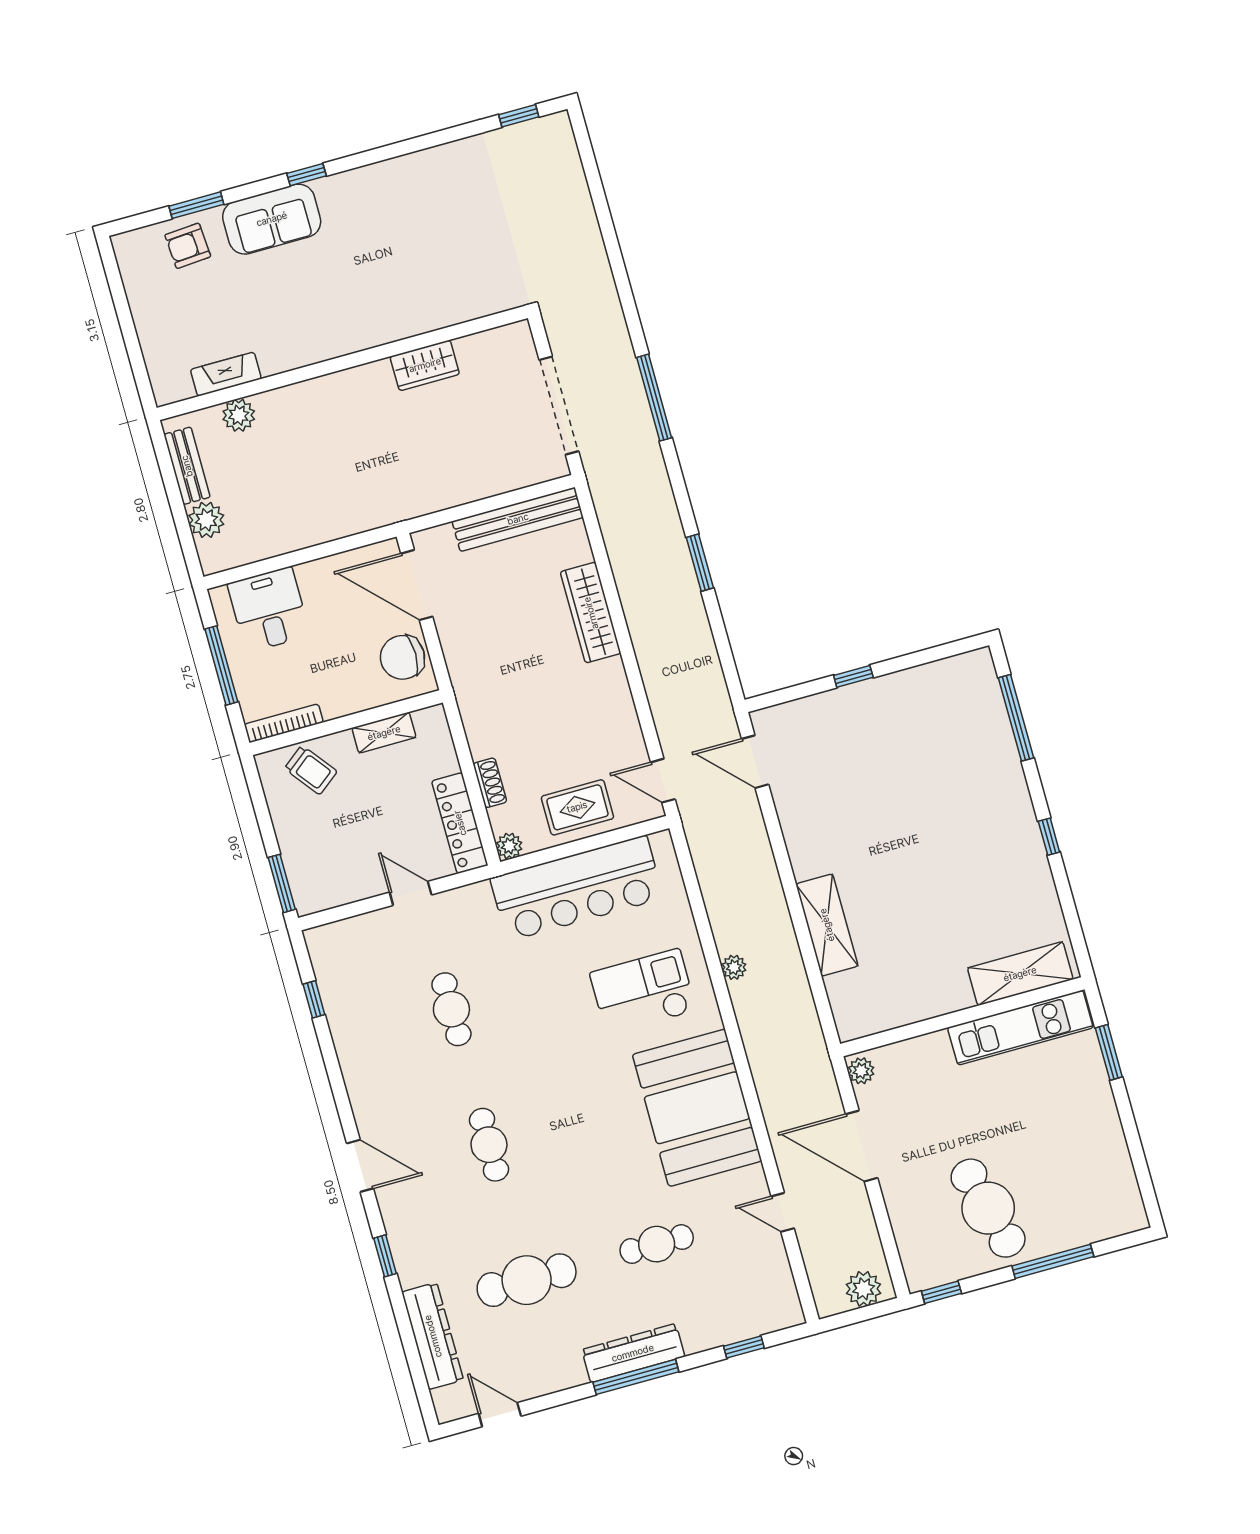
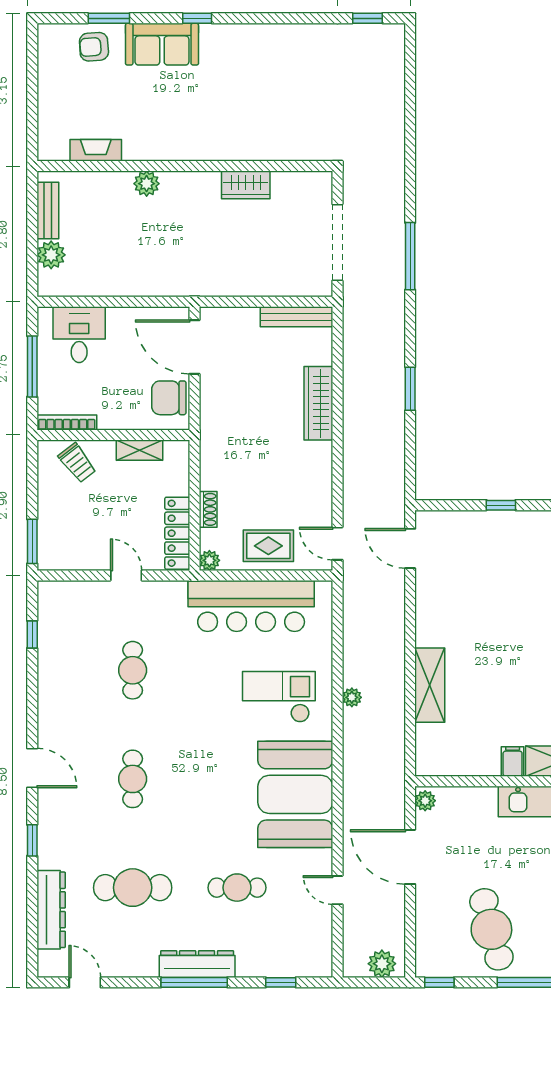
plant: (239, 415) -> (147, 184), moved
bench: (518, 519) -> (296, 317), width x0.73, depth x0.82
filing cabinet: (956, 992) -> (513, 762), added

